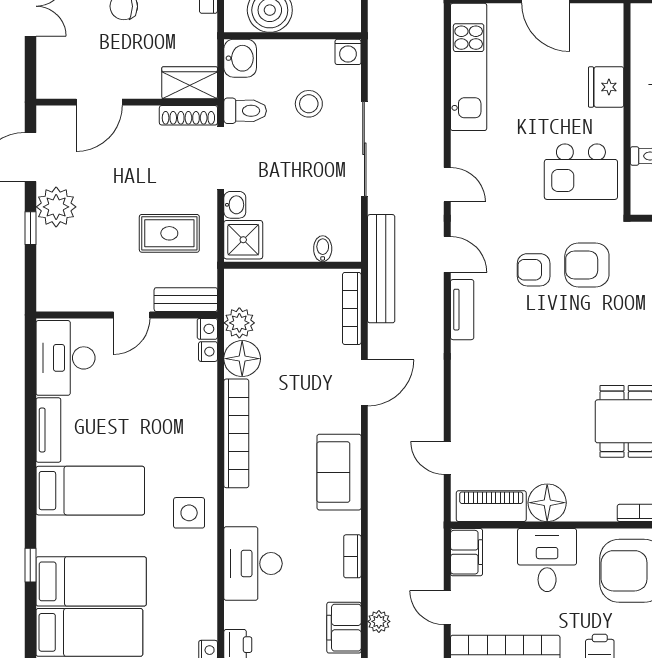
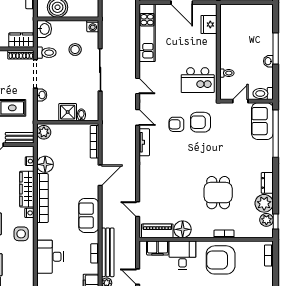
fridge: (606, 87) -> (209, 24), moved
shower: (243, 240) -> (68, 112), moved
bench: (381, 269) -> (108, 252), moved
plant: (239, 323) -> (44, 132), moved
nightstand: (207, 329) -> (29, 213), moved
wardrobe: (202, 414) -> (27, 189), added
filing cabinet: (467, 552) -> (157, 248), moved, turned 90

